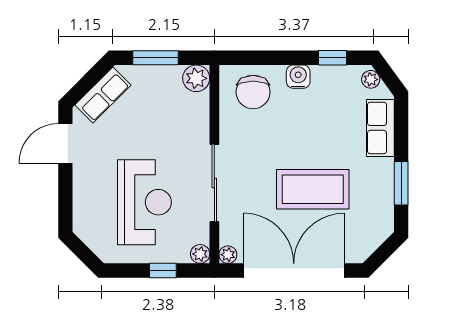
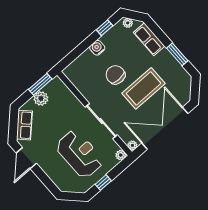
window: (155, 58) -> (40, 84), moved
plant: (196, 78) -> (41, 98), moved
chair: (253, 92) -> (115, 75), moved, turned 180
window: (163, 271) -> (103, 182), moved

